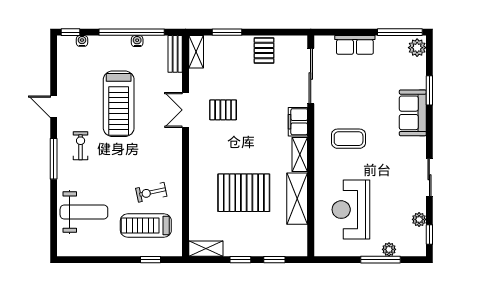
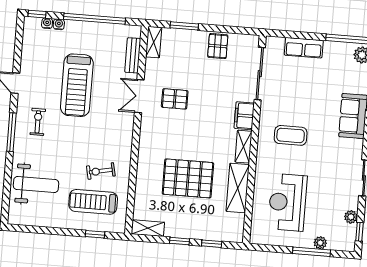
water cooler: (137, 41) -> (59, 24), moved
bench: (175, 54) -> (133, 55), moved

